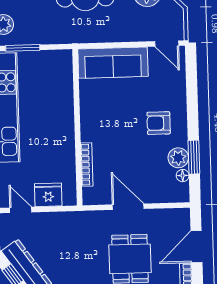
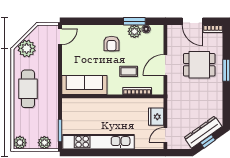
sofa: (113, 63) -> (84, 85), moved, turned -90
coffee table: (117, 151) -> (129, 71), added

